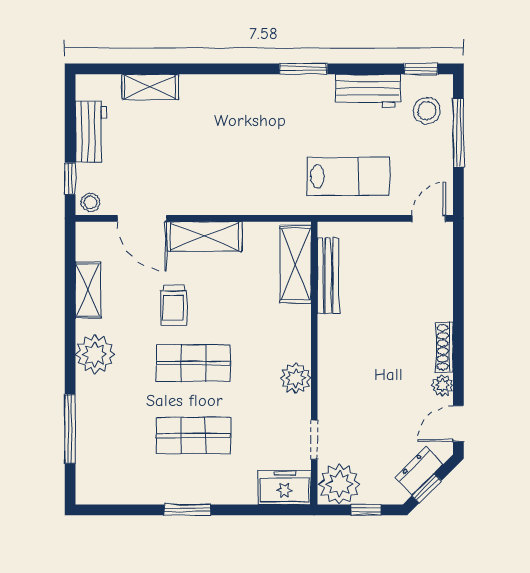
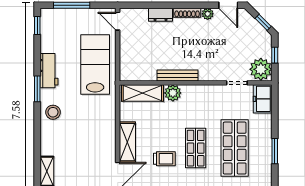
workbench: (368, 91) -> (49, 71), moved
stool: (427, 111) -> (53, 112), moved
lab bench: (348, 176) -> (95, 65), width x1.36, depth x1.39
bench: (328, 276) -> (178, 75), moved
plant: (296, 378) -> (173, 93), moved
shop shelf: (193, 436) -> (235, 148), width x1.43, depth x1.36
dresser: (419, 471) -> (161, 15), moved, turned -45

